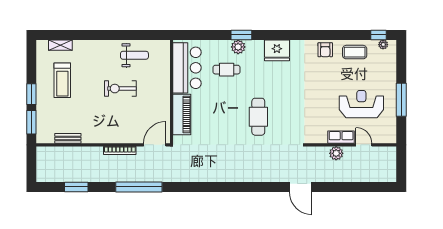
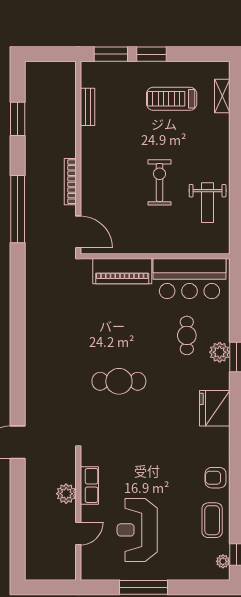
reception desk: (361, 104) -> (137, 530), turned 180
row of seats: (341, 137) -> (89, 486), moved

